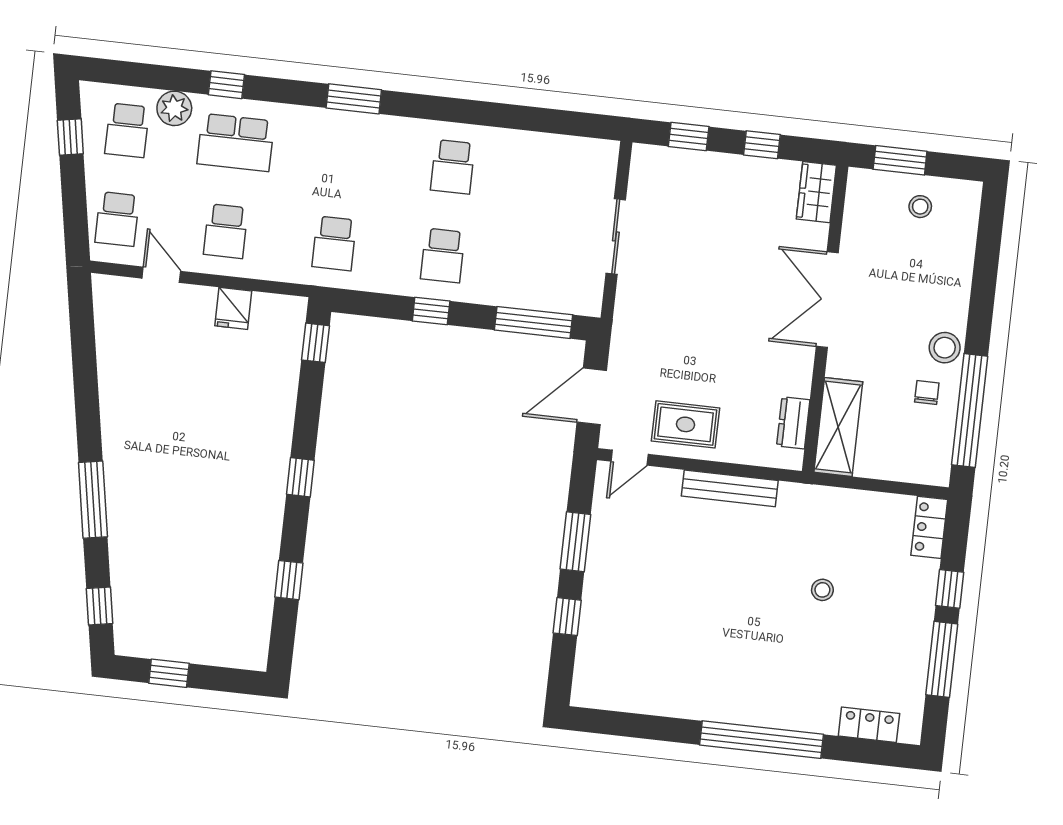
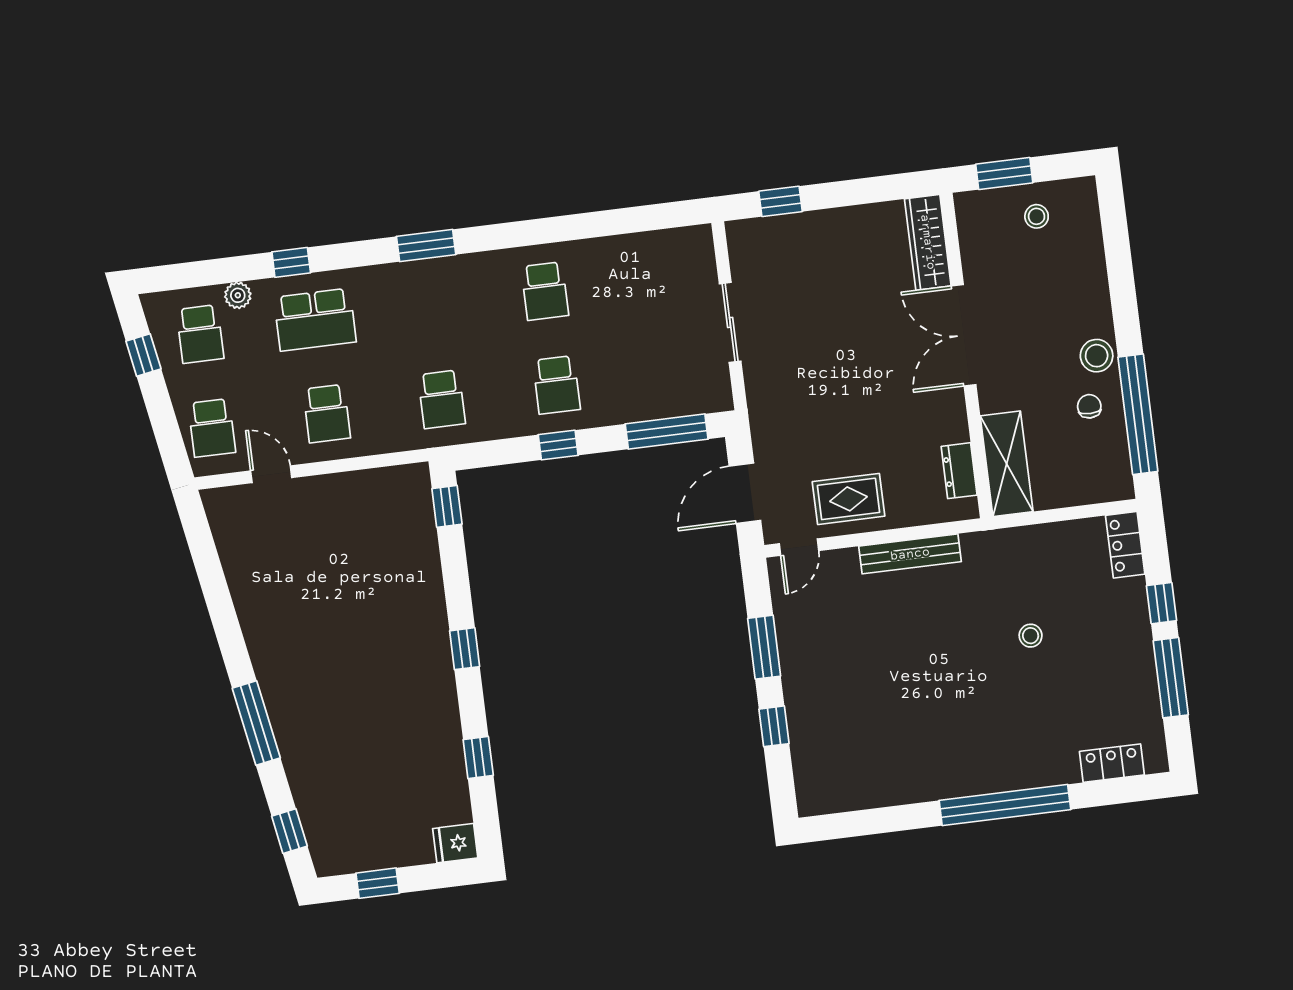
plant: (174, 108) -> (238, 295), width x0.73, depth x0.73
window: (762, 145) -> (858, 192), removed
wardrobe: (816, 192) -> (928, 242), width x1.50
fridge: (233, 308) -> (455, 843), moved, turned 90

